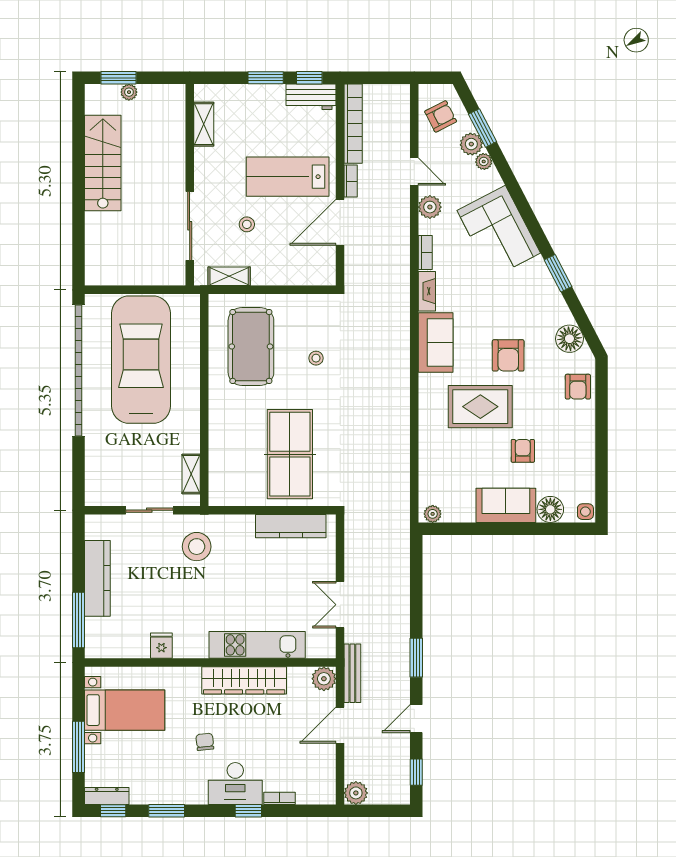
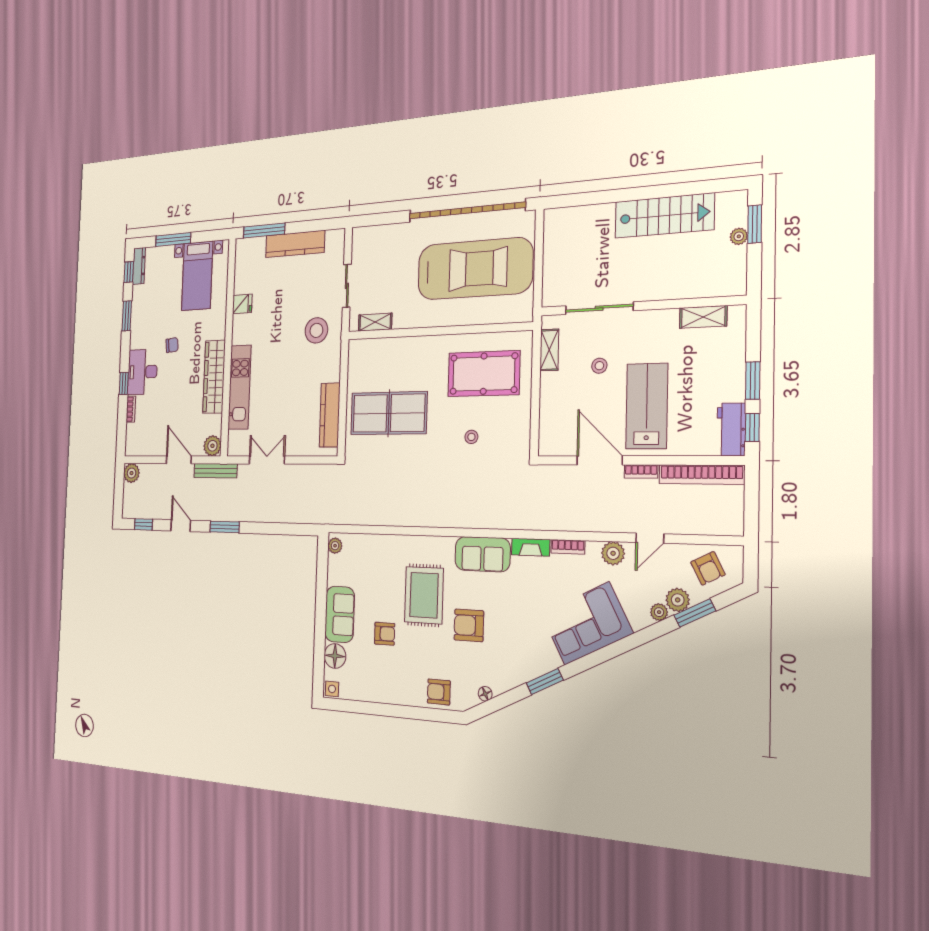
floor lamp: (569, 339) -> (485, 694), width x0.53, depth x0.53

